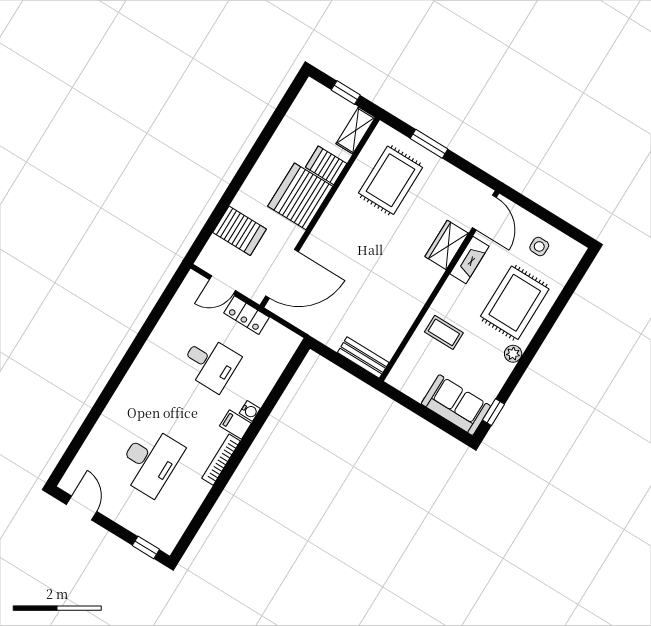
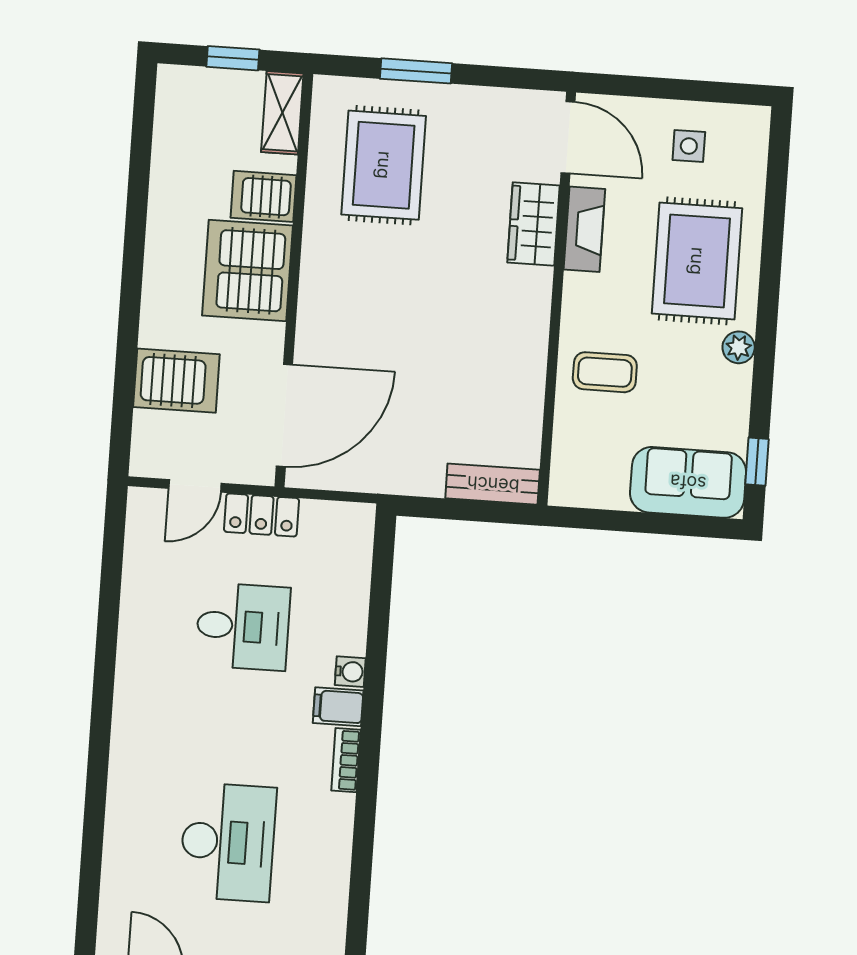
bookcase: (221, 460) -> (346, 760), width x0.64

